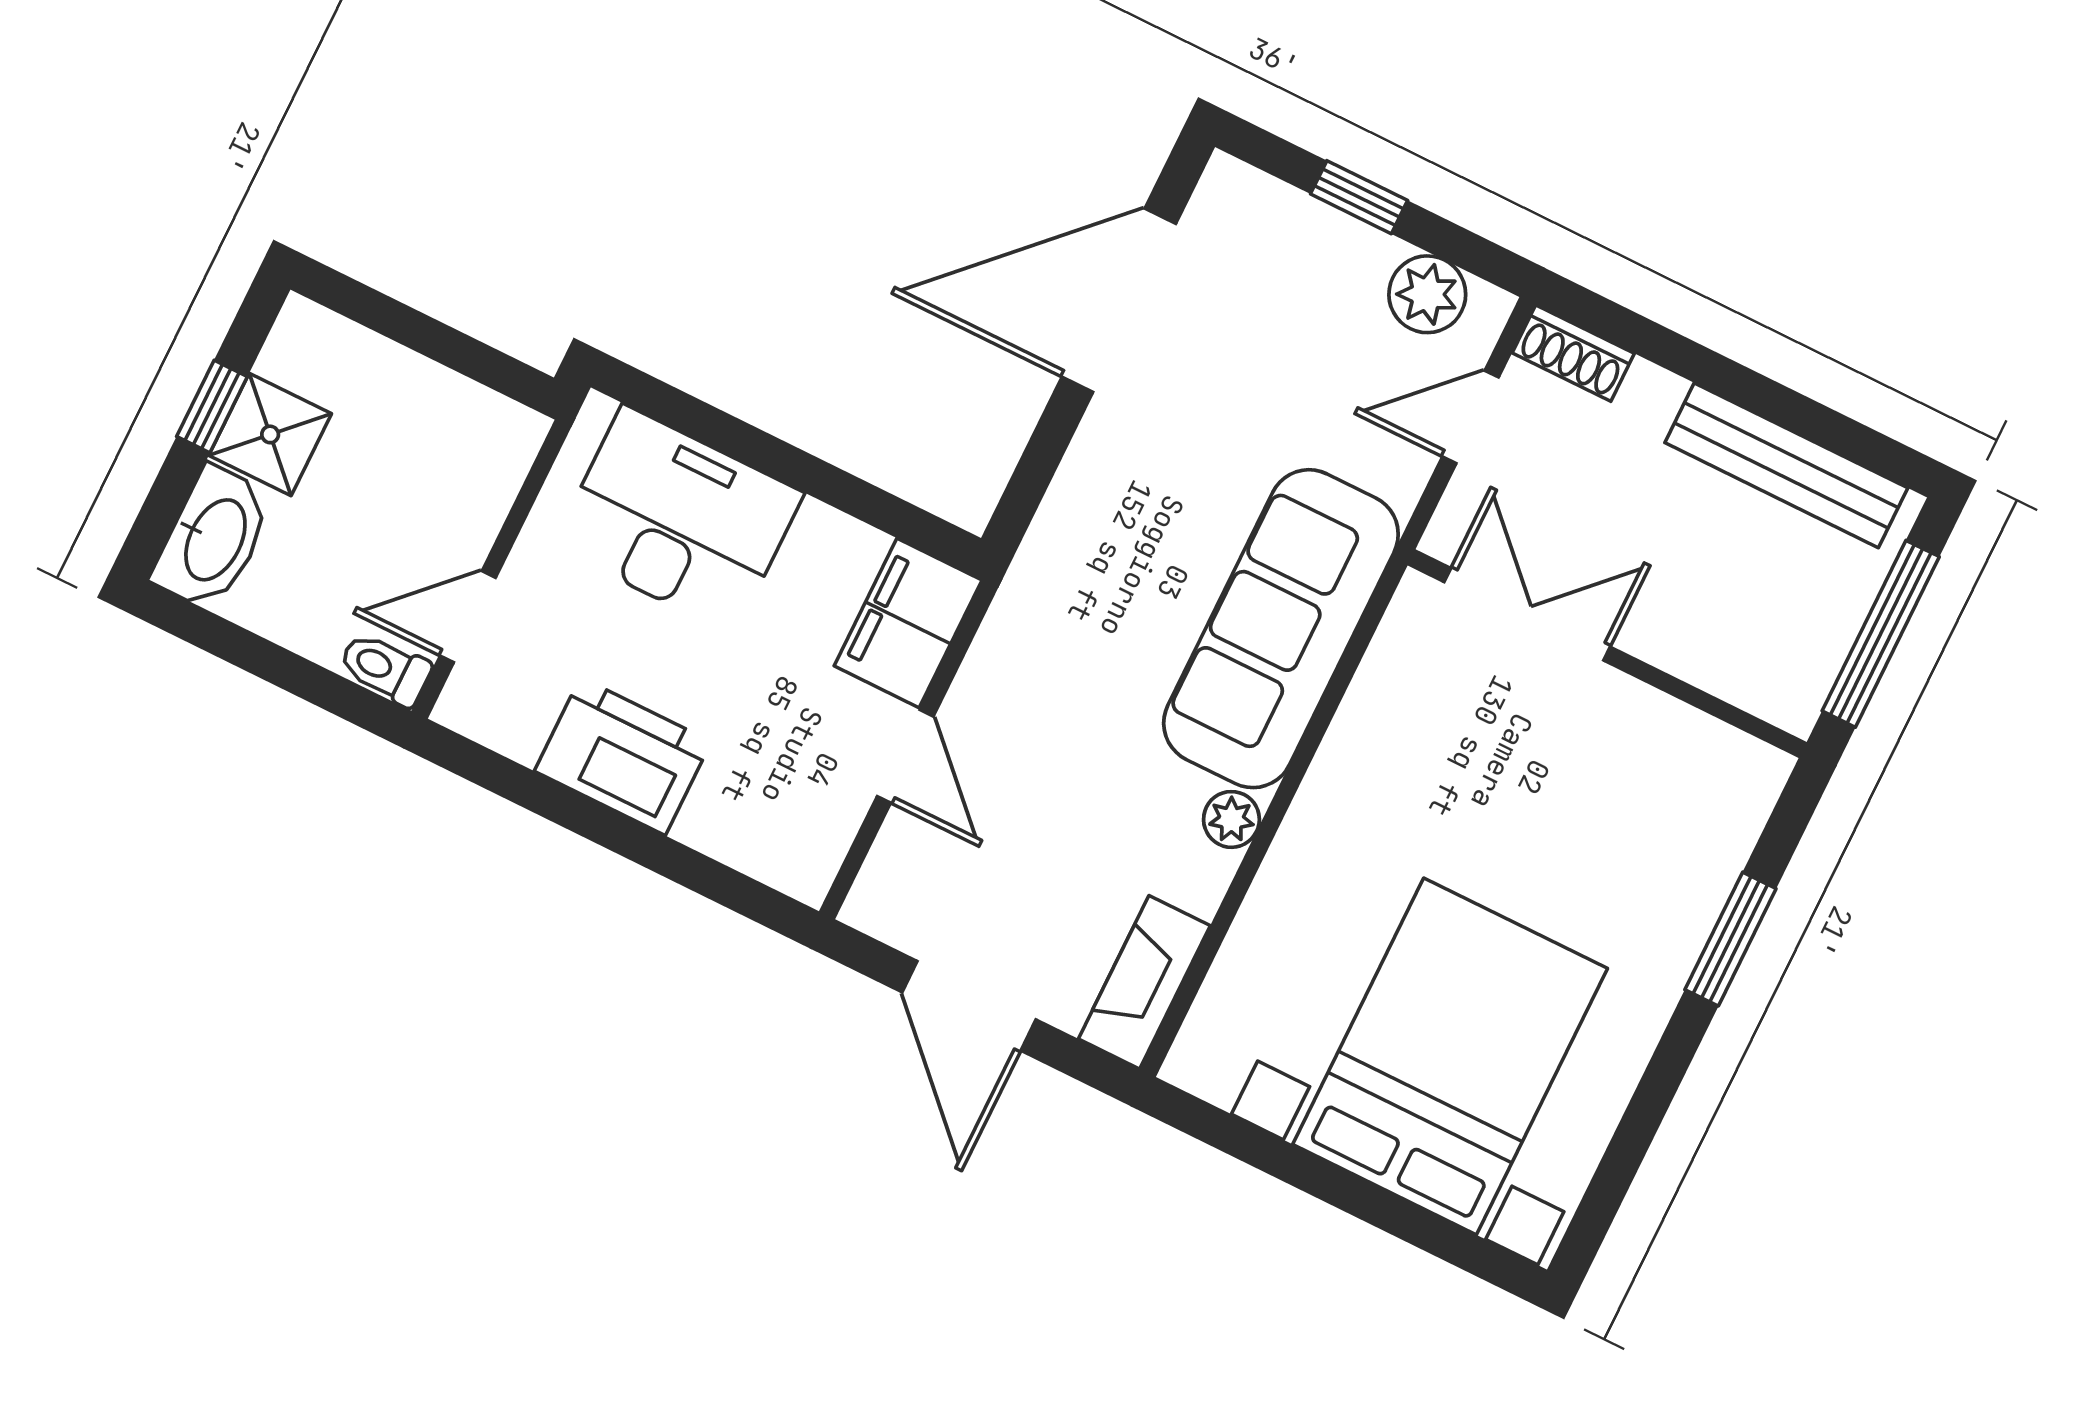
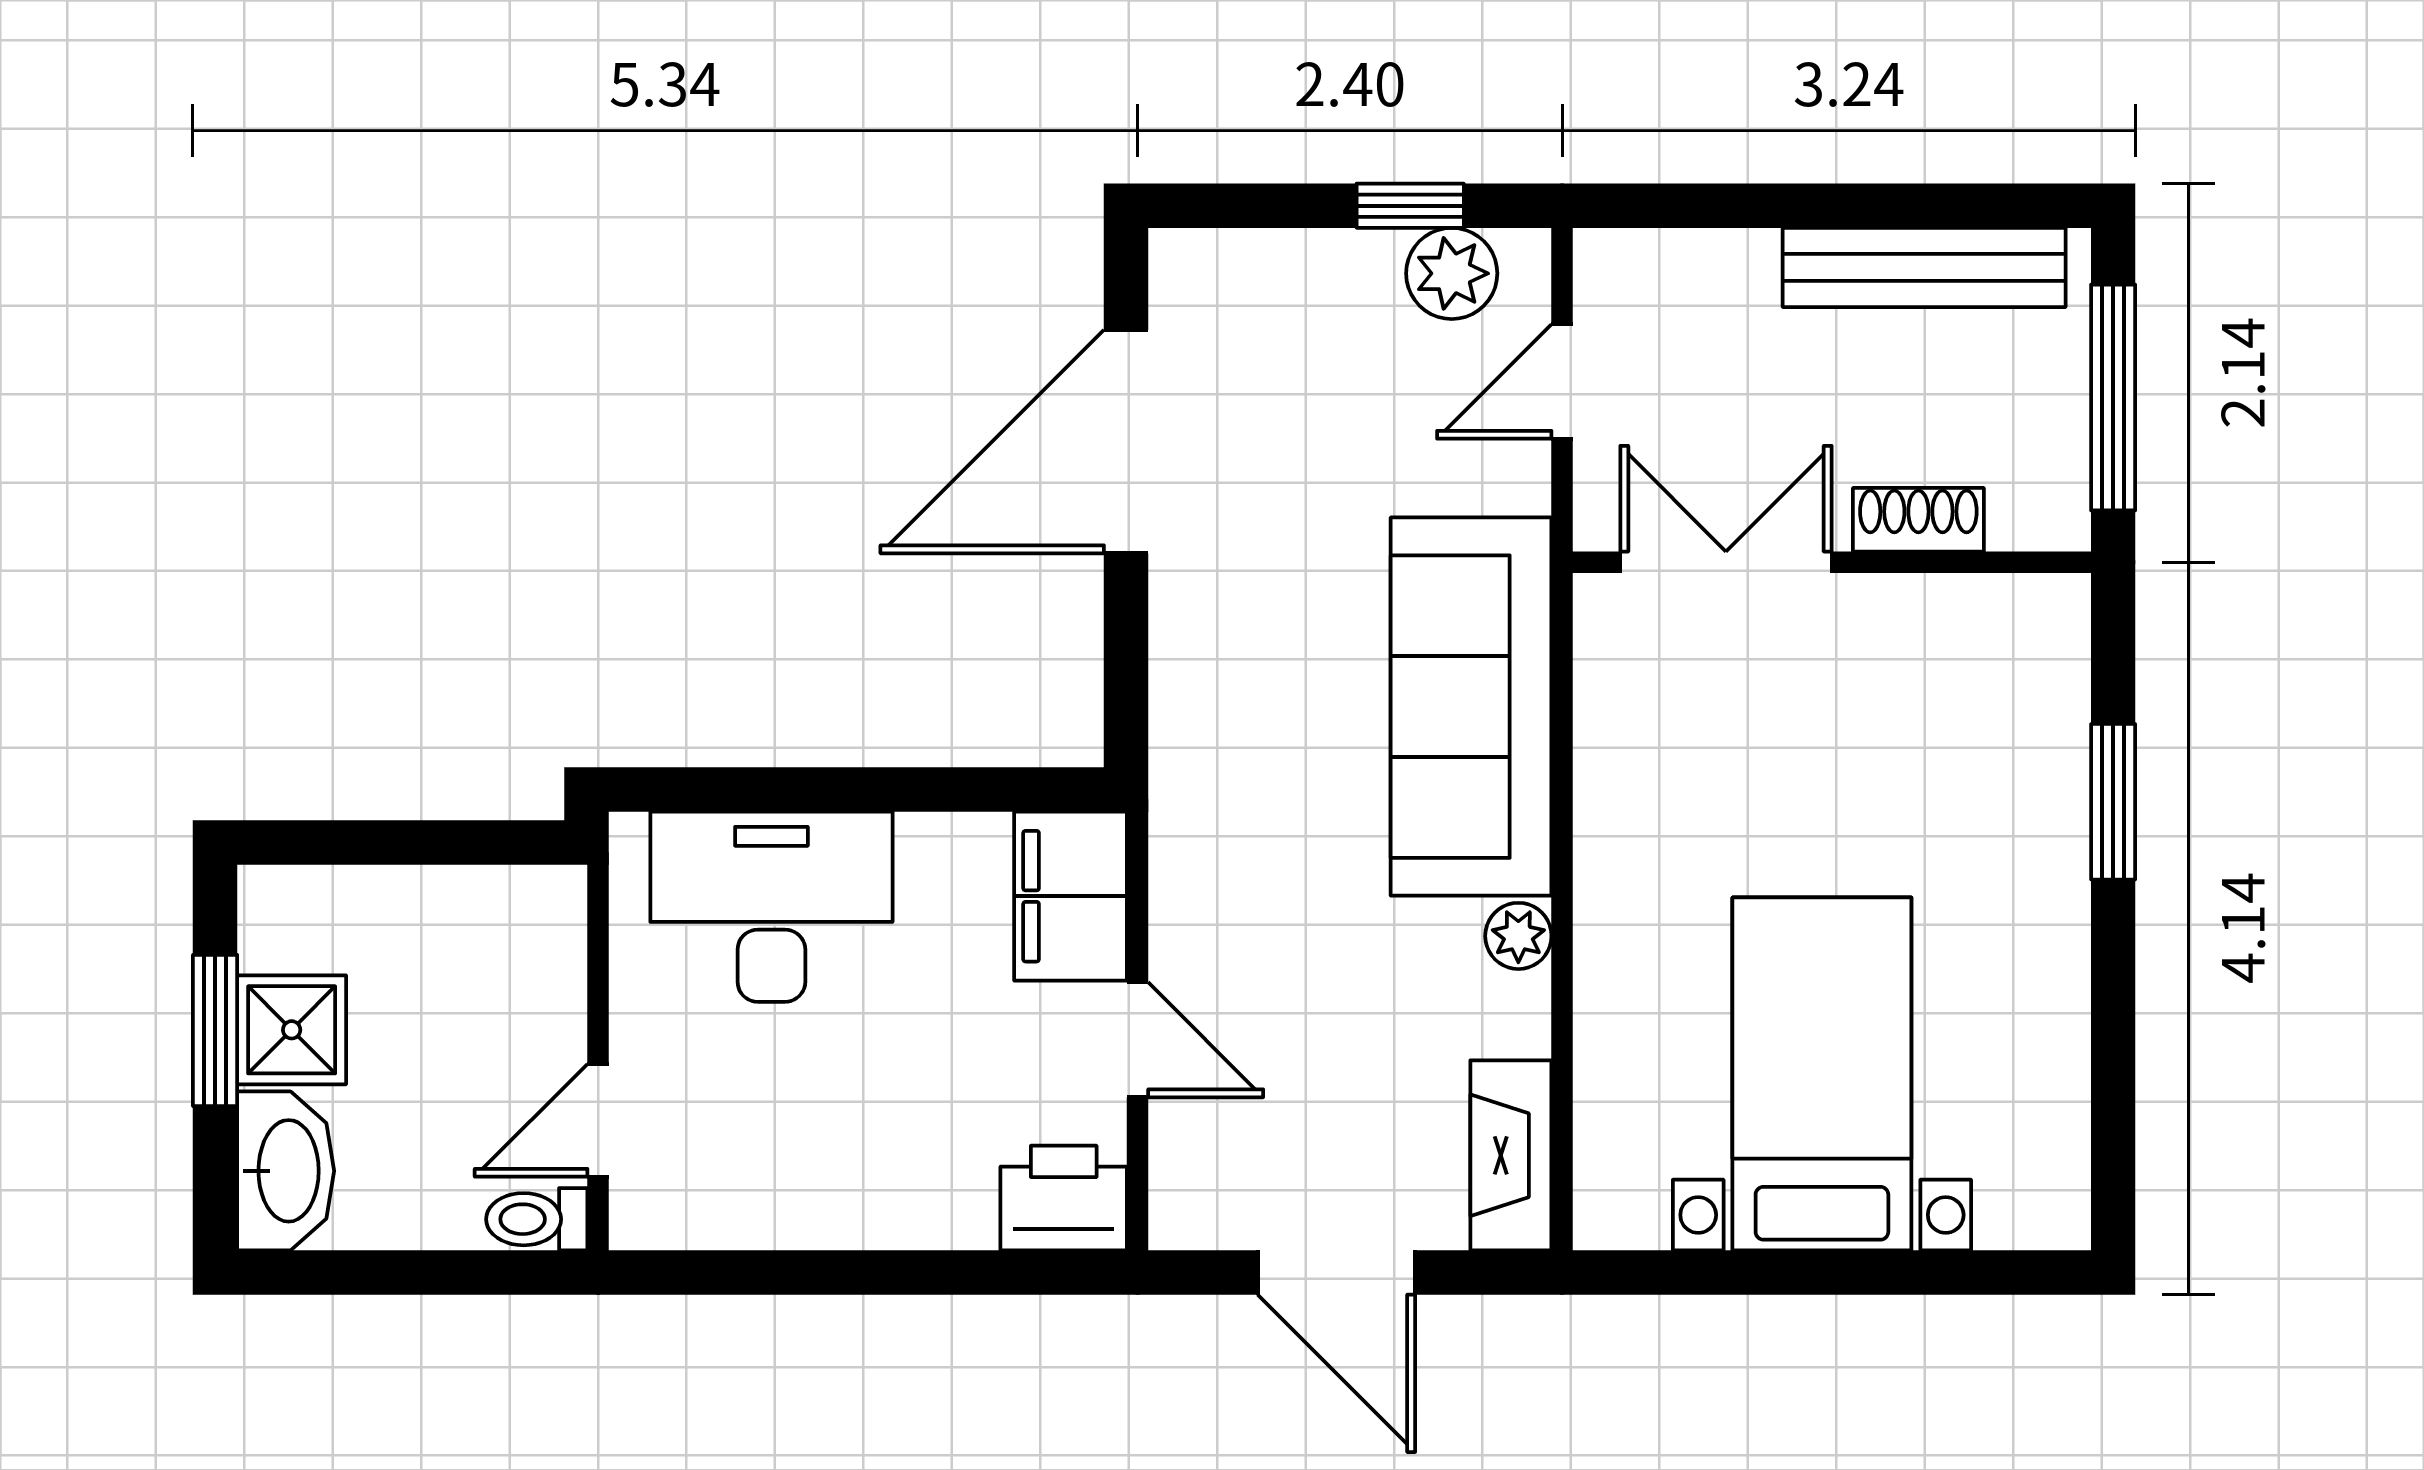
window: (1359, 197) -> (1410, 206), moved
shoe rack: (1573, 353) -> (1918, 520), moved, turned 180
window: (212, 407) -> (215, 1031), width x1.50
printer: (623, 756) -> (1064, 1198), moved, width x0.73, depth x0.84
bed with nightstands: (1450, 1056) -> (1822, 1074), width x0.73

